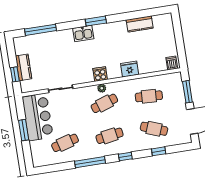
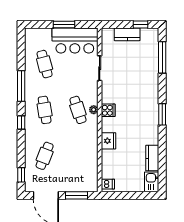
kitchen sink: (83, 34) -> (152, 182), moved
window: (15, 74) -> (140, 24), moved
cafe table: (149, 96) -> (78, 156), removed
window: (159, 151) -> (21, 175), moved

